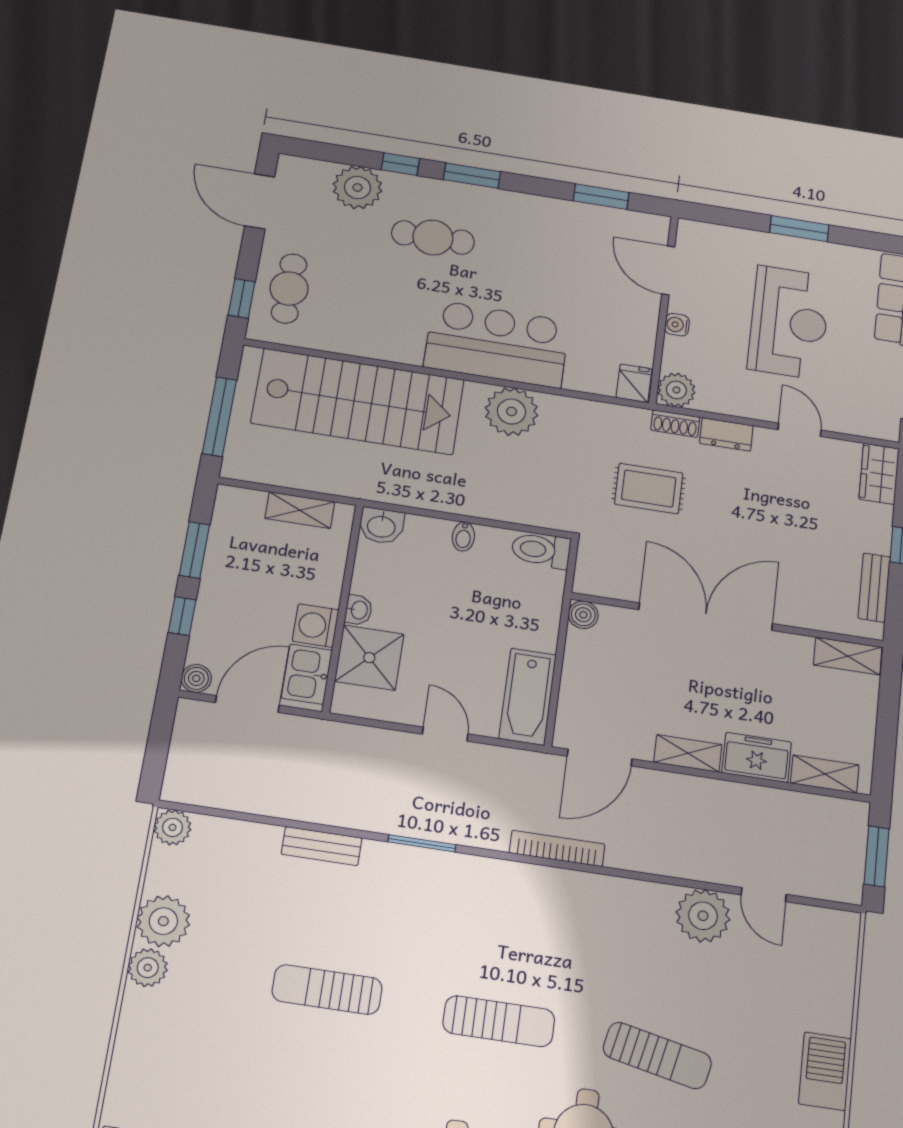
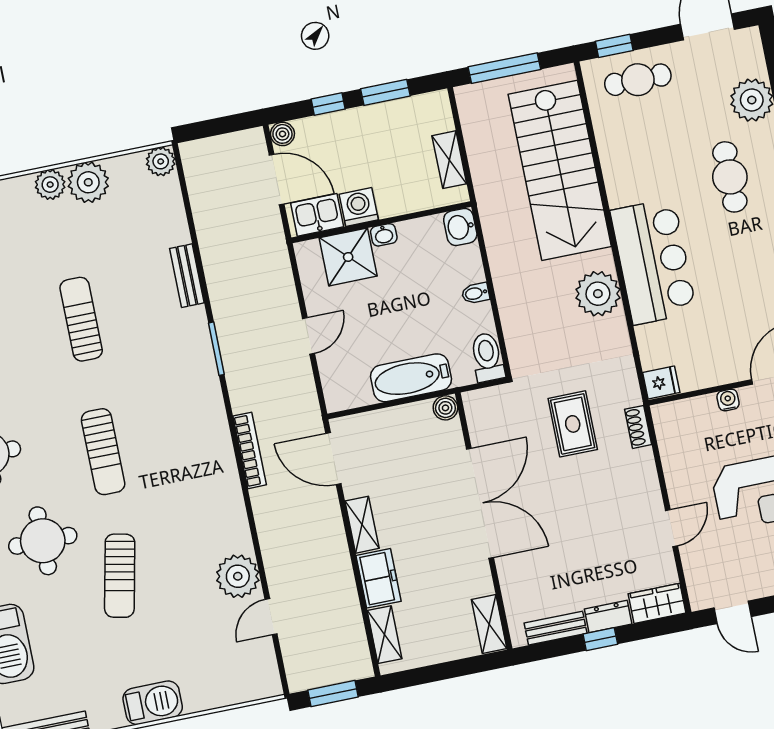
plant: (676, 390) -> (669, 418), removed
dresser: (726, 434) -> (608, 616), moved, turned 90
bathtub: (528, 697) -> (411, 378), moved

